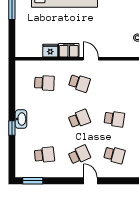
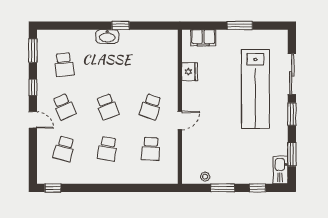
filing cabinet: (69, 50) -> (203, 38), moved, turned 90
school desk: (44, 83) -> (151, 149), moved
window: (12, 128) -> (121, 26), moved
window: (63, 181) -> (33, 87), added
door: (90, 181) -> (33, 120), hinge flipped

